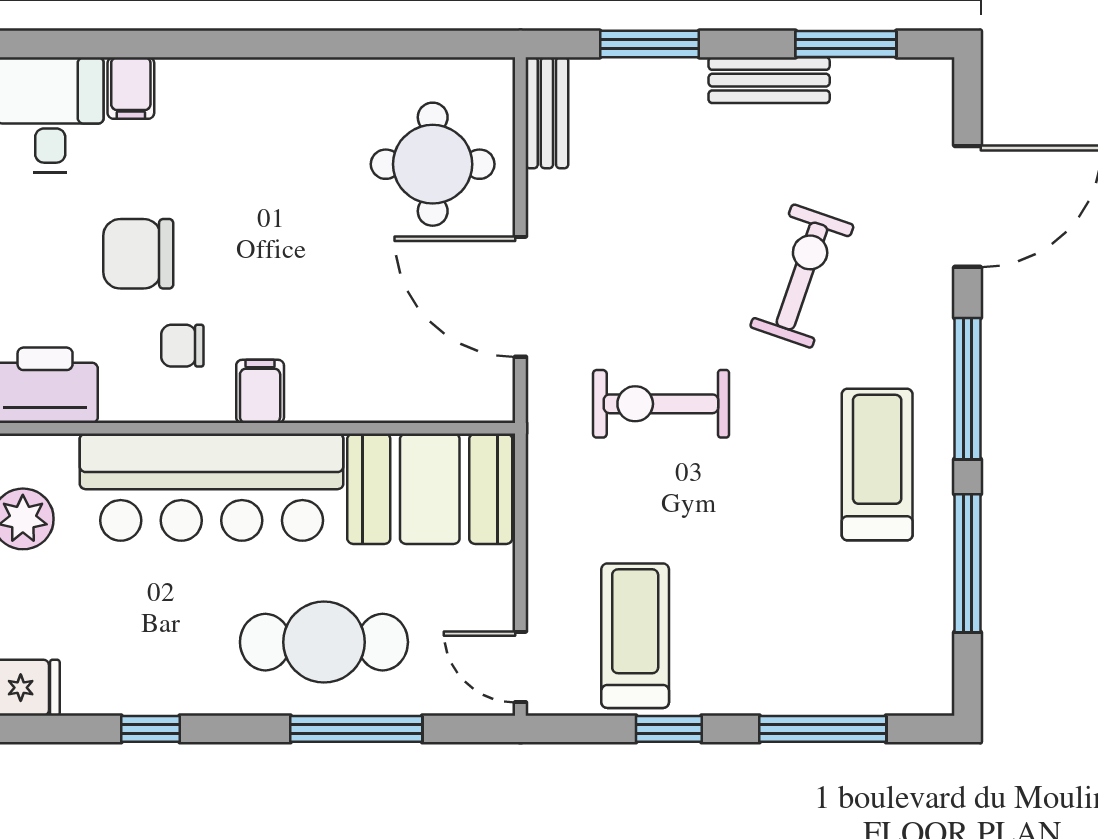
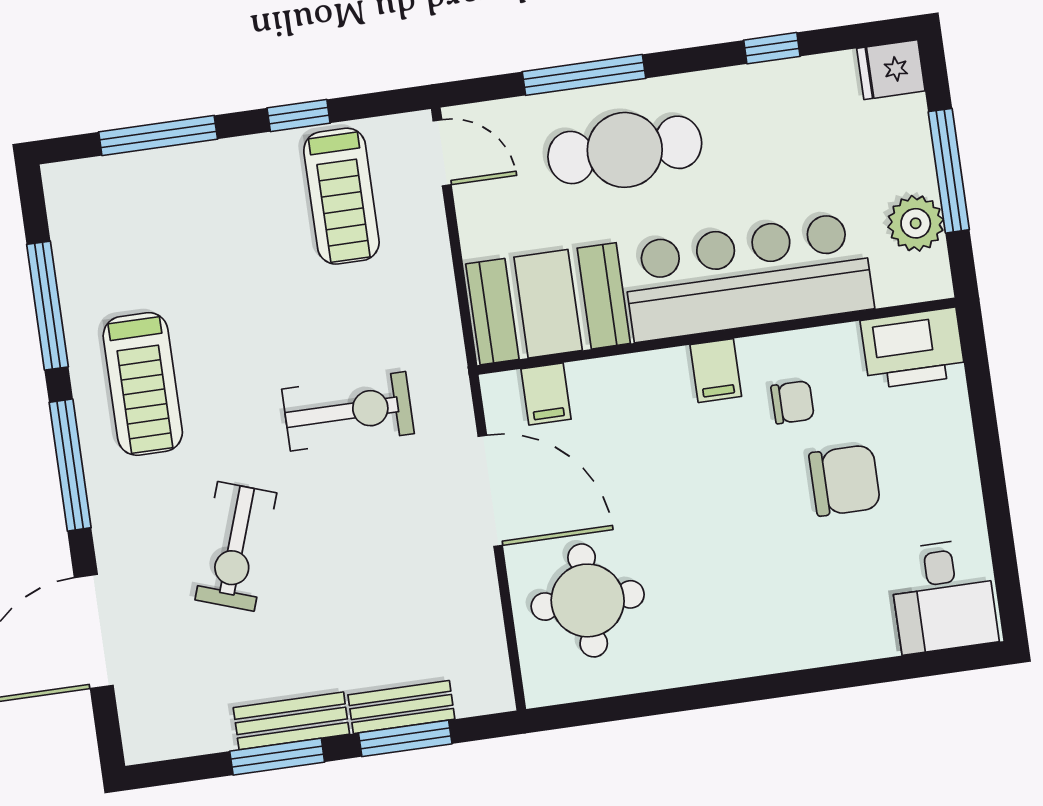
window: (846, 44) -> (277, 757), moved
filing cabinet: (131, 88) -> (546, 394), moved, turned 180
bench: (547, 113) -> (401, 707), moved, turned 90

